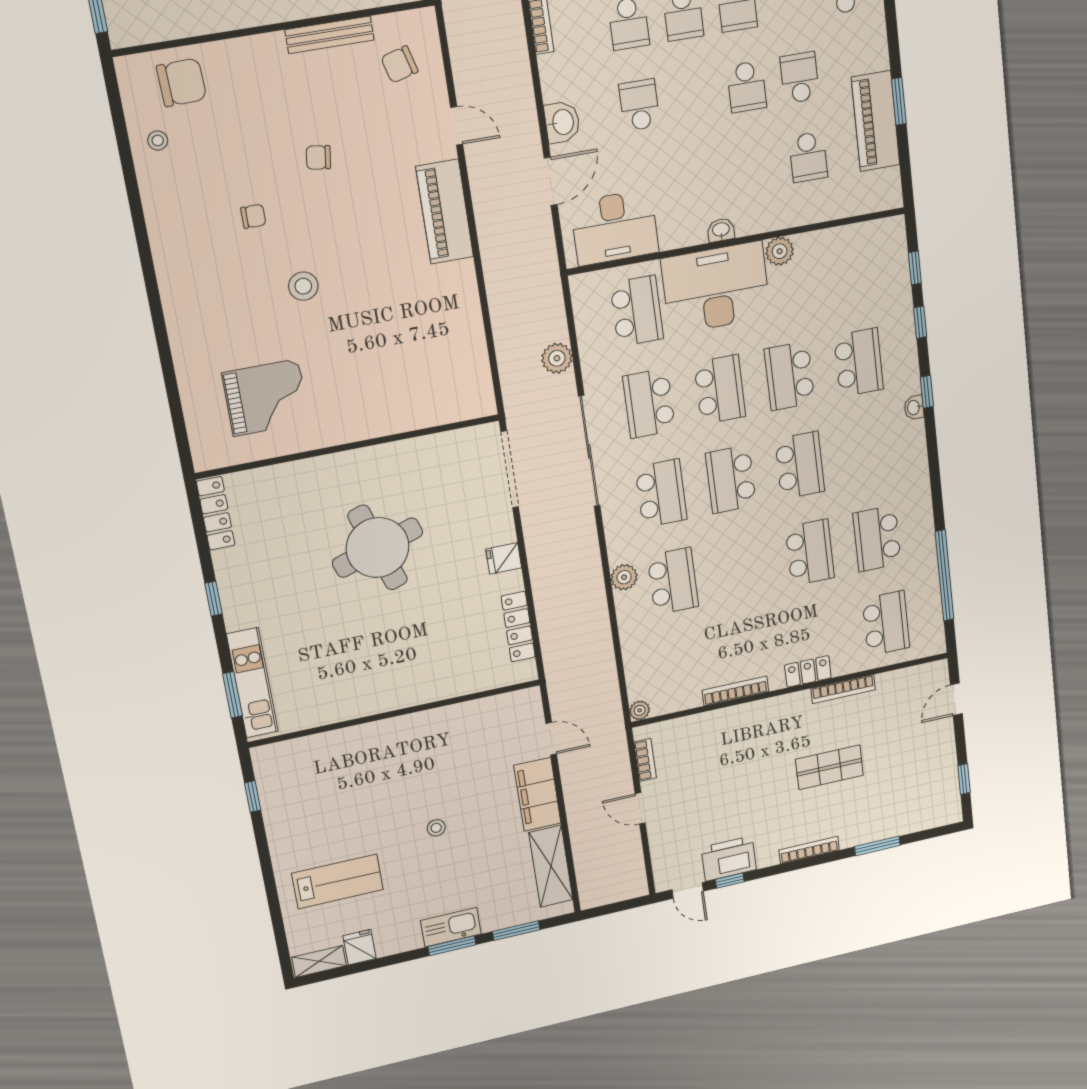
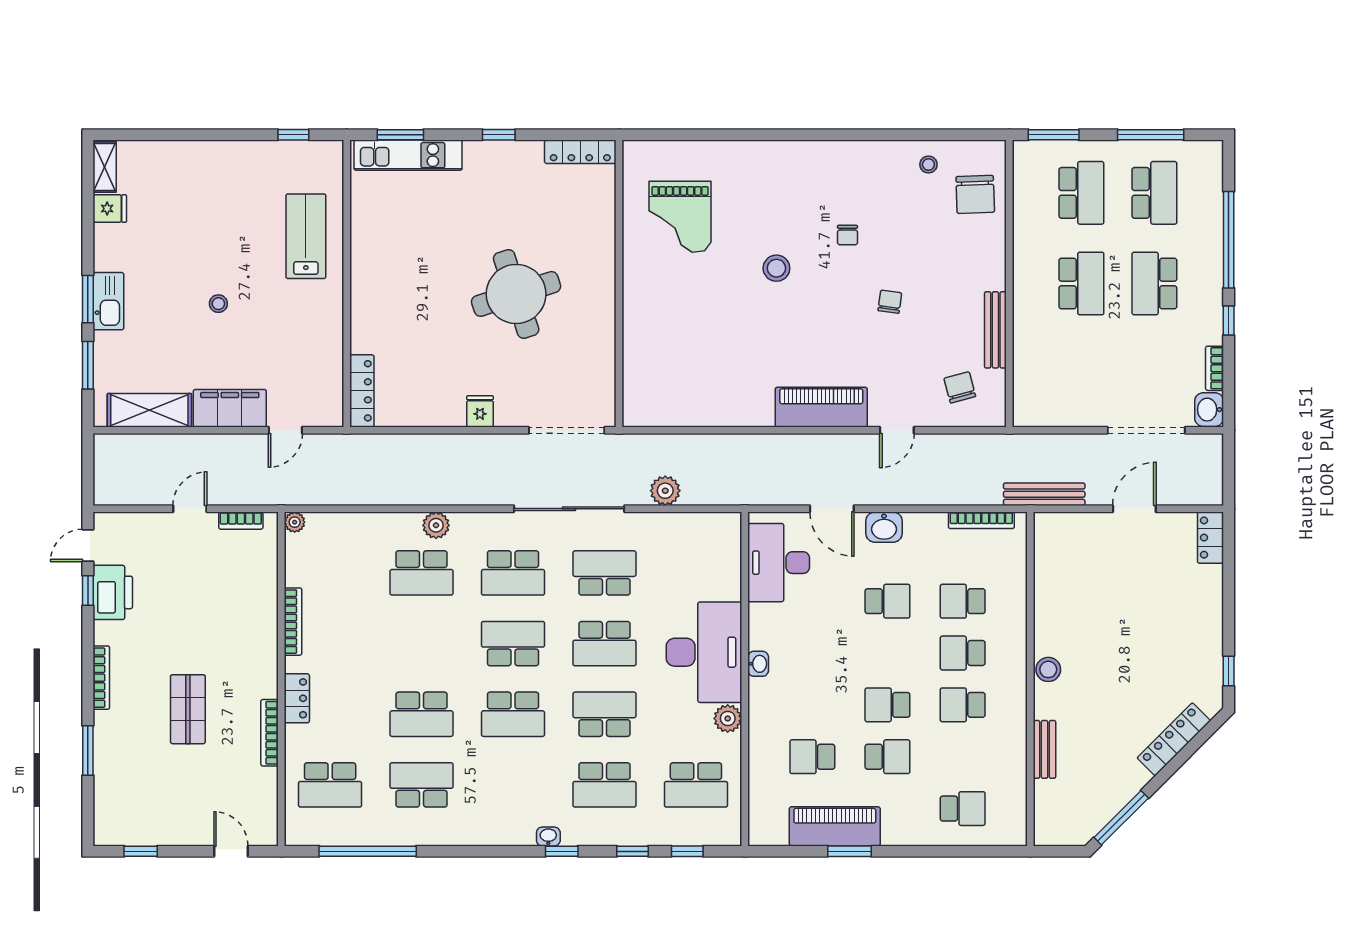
school desk: (637, 311) -> (696, 785), moved
locker: (518, 627) -> (362, 391), moved, turned 90
lab bench: (338, 881) -> (306, 236), moved, turned 180

